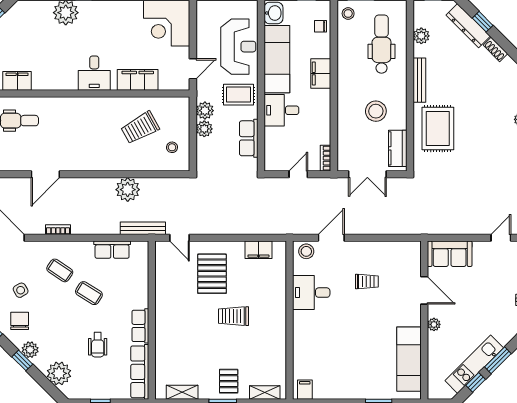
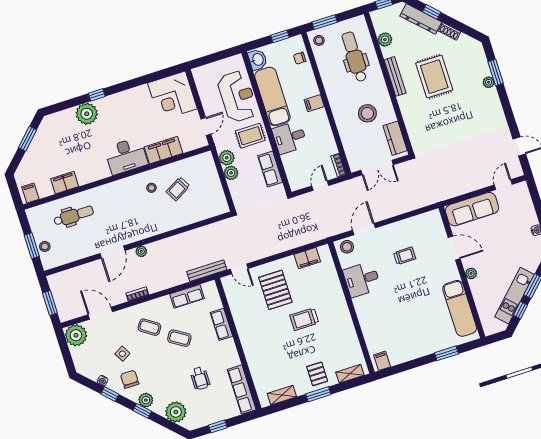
desk: (94, 73) -> (126, 156), width x1.37
filing cabinet: (321, 74) -> (314, 103), width x0.50
trolley: (140, 128) -> (178, 189), width x0.73, depth x0.72
rug: (438, 129) -> (434, 77), moved
stool: (172, 147) -> (151, 188), moved
plant: (128, 190) -> (141, 251), moved, width x0.53, depth x0.53
sofa: (450, 254) -> (472, 209), width x1.36
row of seats: (140, 326) -> (221, 324), moved

